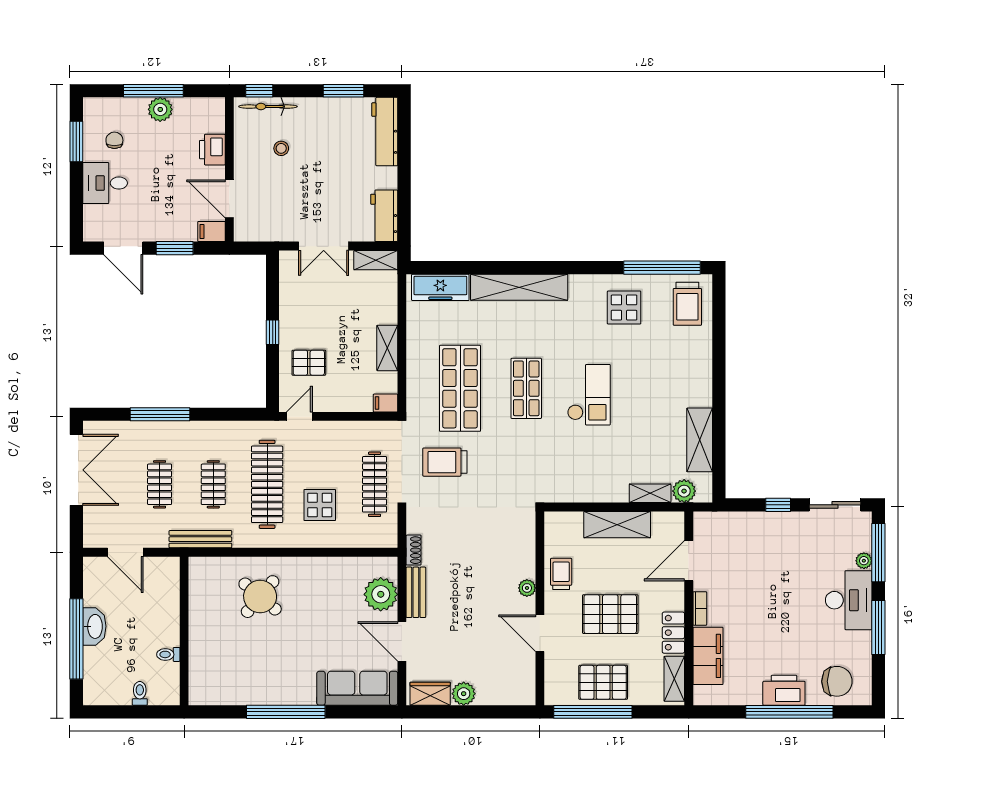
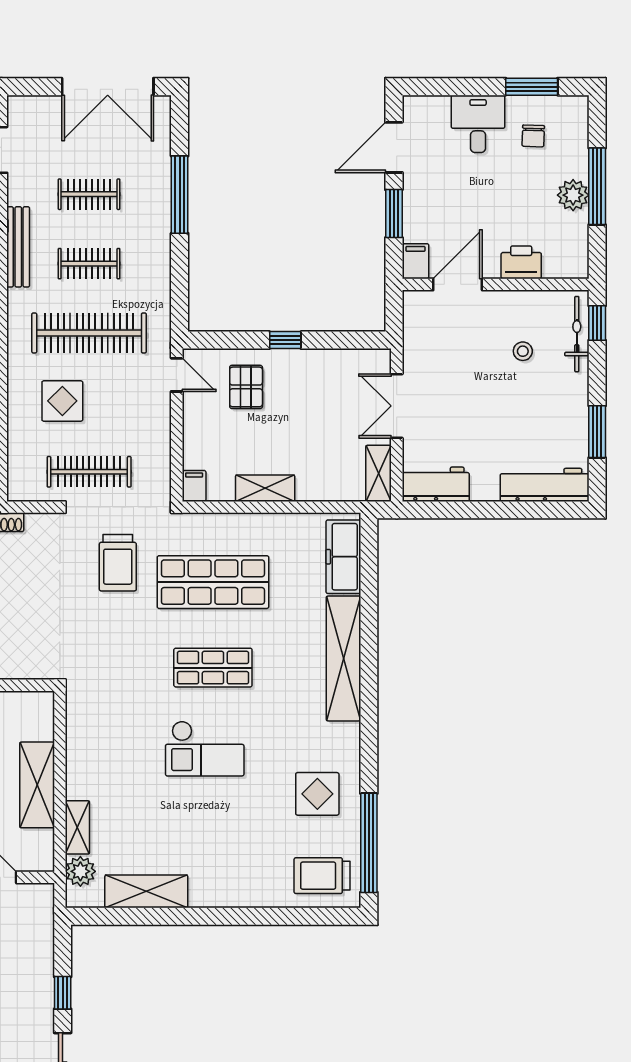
chair: (114, 140) -> (533, 136), turned 92
trolley: (445, 462) -> (118, 563), turned 180

